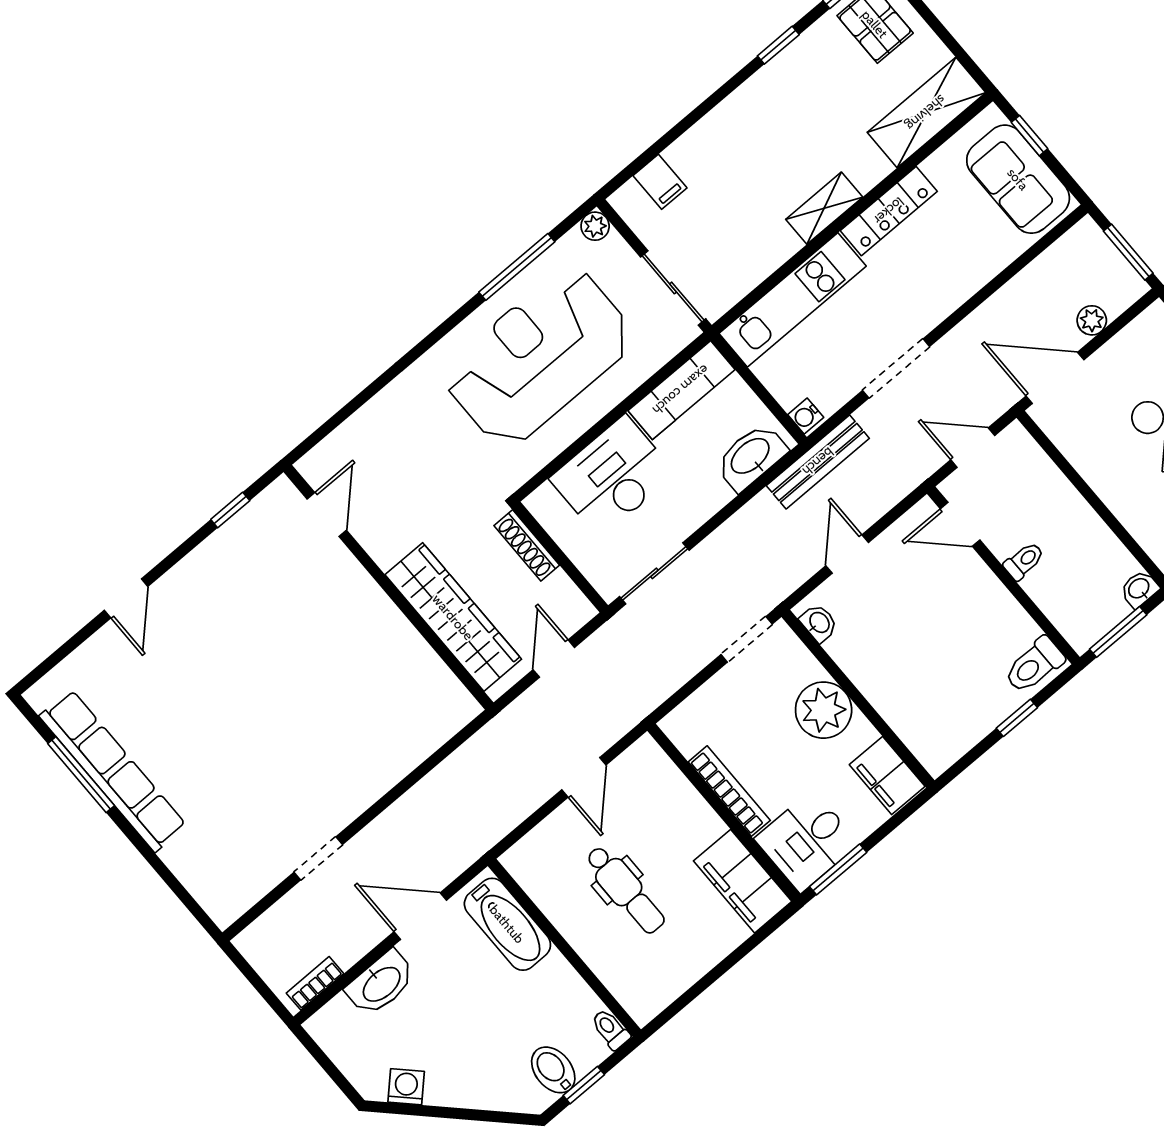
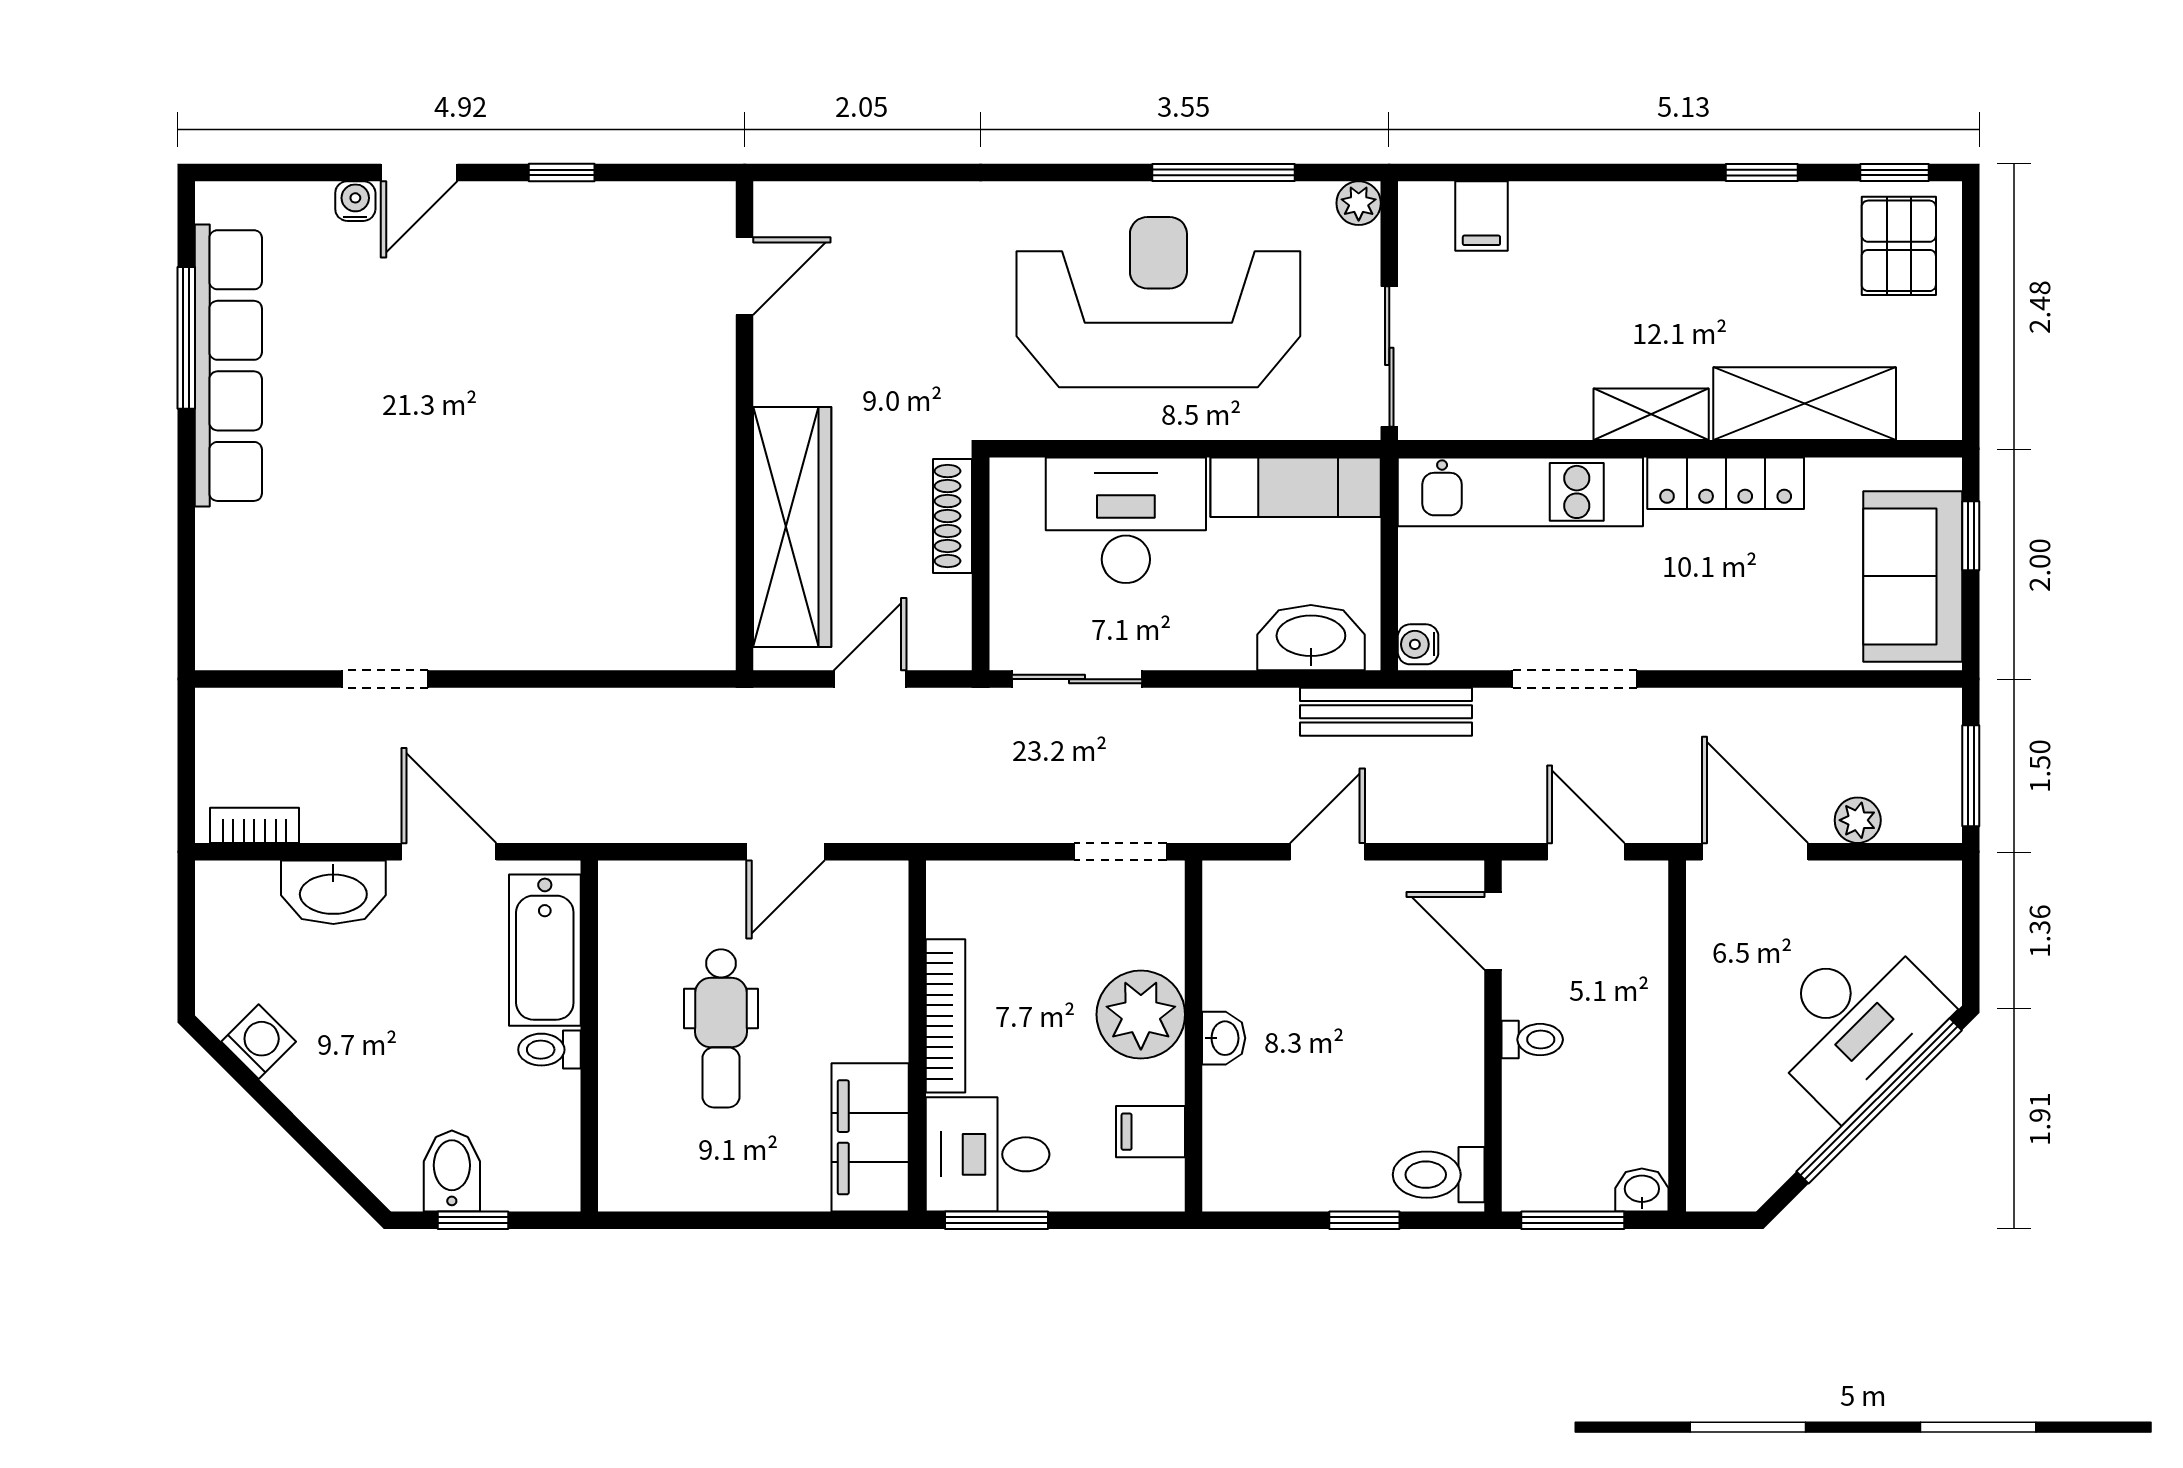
shelving: (926, 113) -> (1805, 404), moved
window: (230, 510) -> (562, 173), moved
washbasin: (819, 623) -> (1224, 1038), moved
water cooler: (107, 639) -> (355, 201), added
filing cabinet: (887, 775) -> (1151, 1132), width x0.50
toilet: (610, 1029) -> (549, 1050), moved, turned -90

